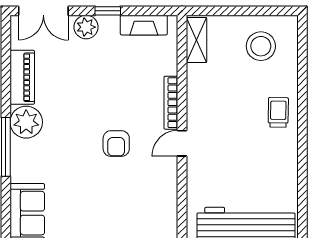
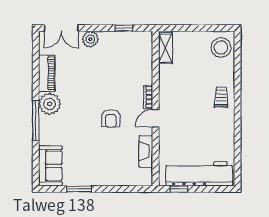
window: (108, 11) -> (124, 28), moved
fireplace: (144, 25) -> (146, 151), moved, turned 90
stool: (261, 46) -> (221, 48), moved
bookcase: (171, 103) -> (148, 97), width x0.64

